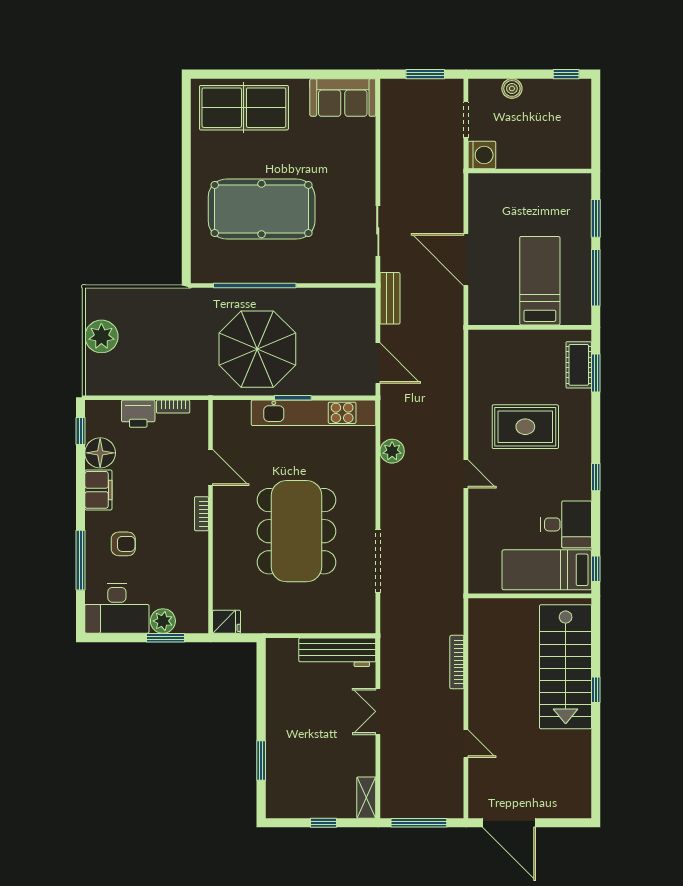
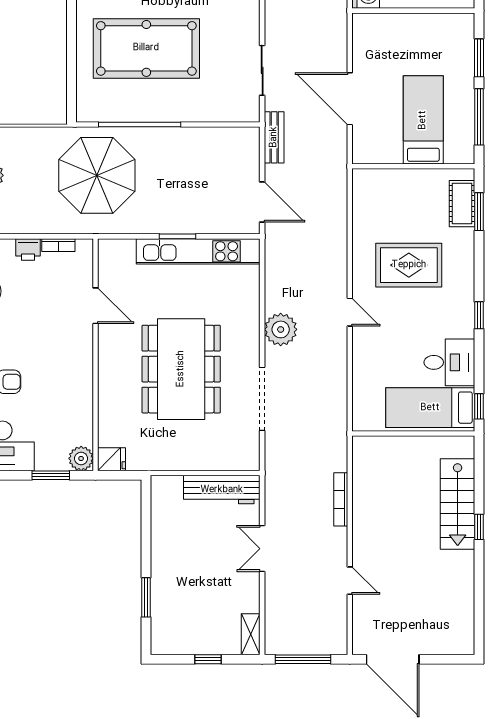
parasol: (257, 349) -> (97, 175), moved
printer: (138, 414) -> (28, 250), width x0.73, depth x0.81
plant: (392, 451) -> (281, 329), moved, width x1.36, depth x1.36
bookcase: (201, 514) -> (87, 352), removed
plant: (163, 621) -> (81, 458), moved
stairs: (566, 667) -> (458, 504), width x0.73, depth x0.66

